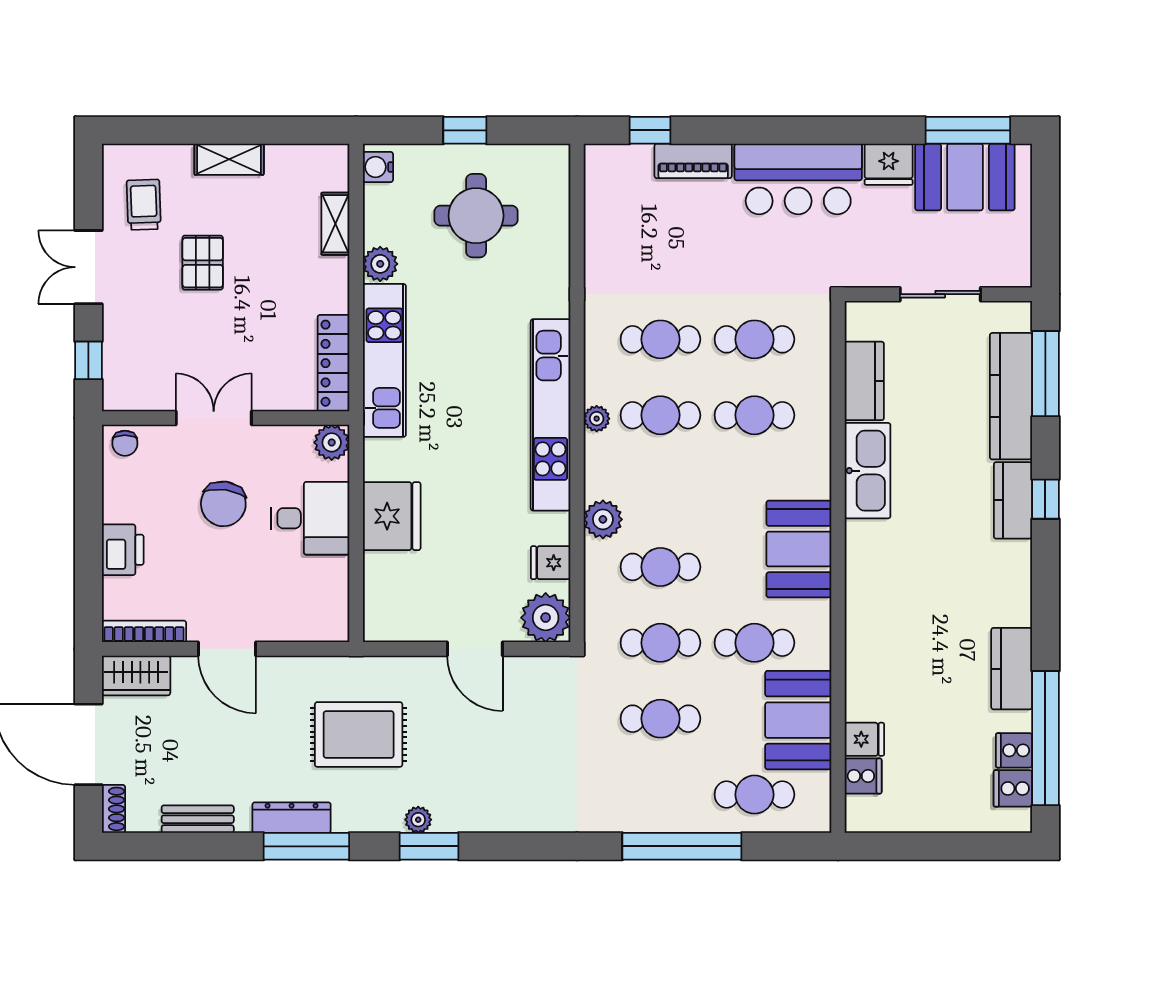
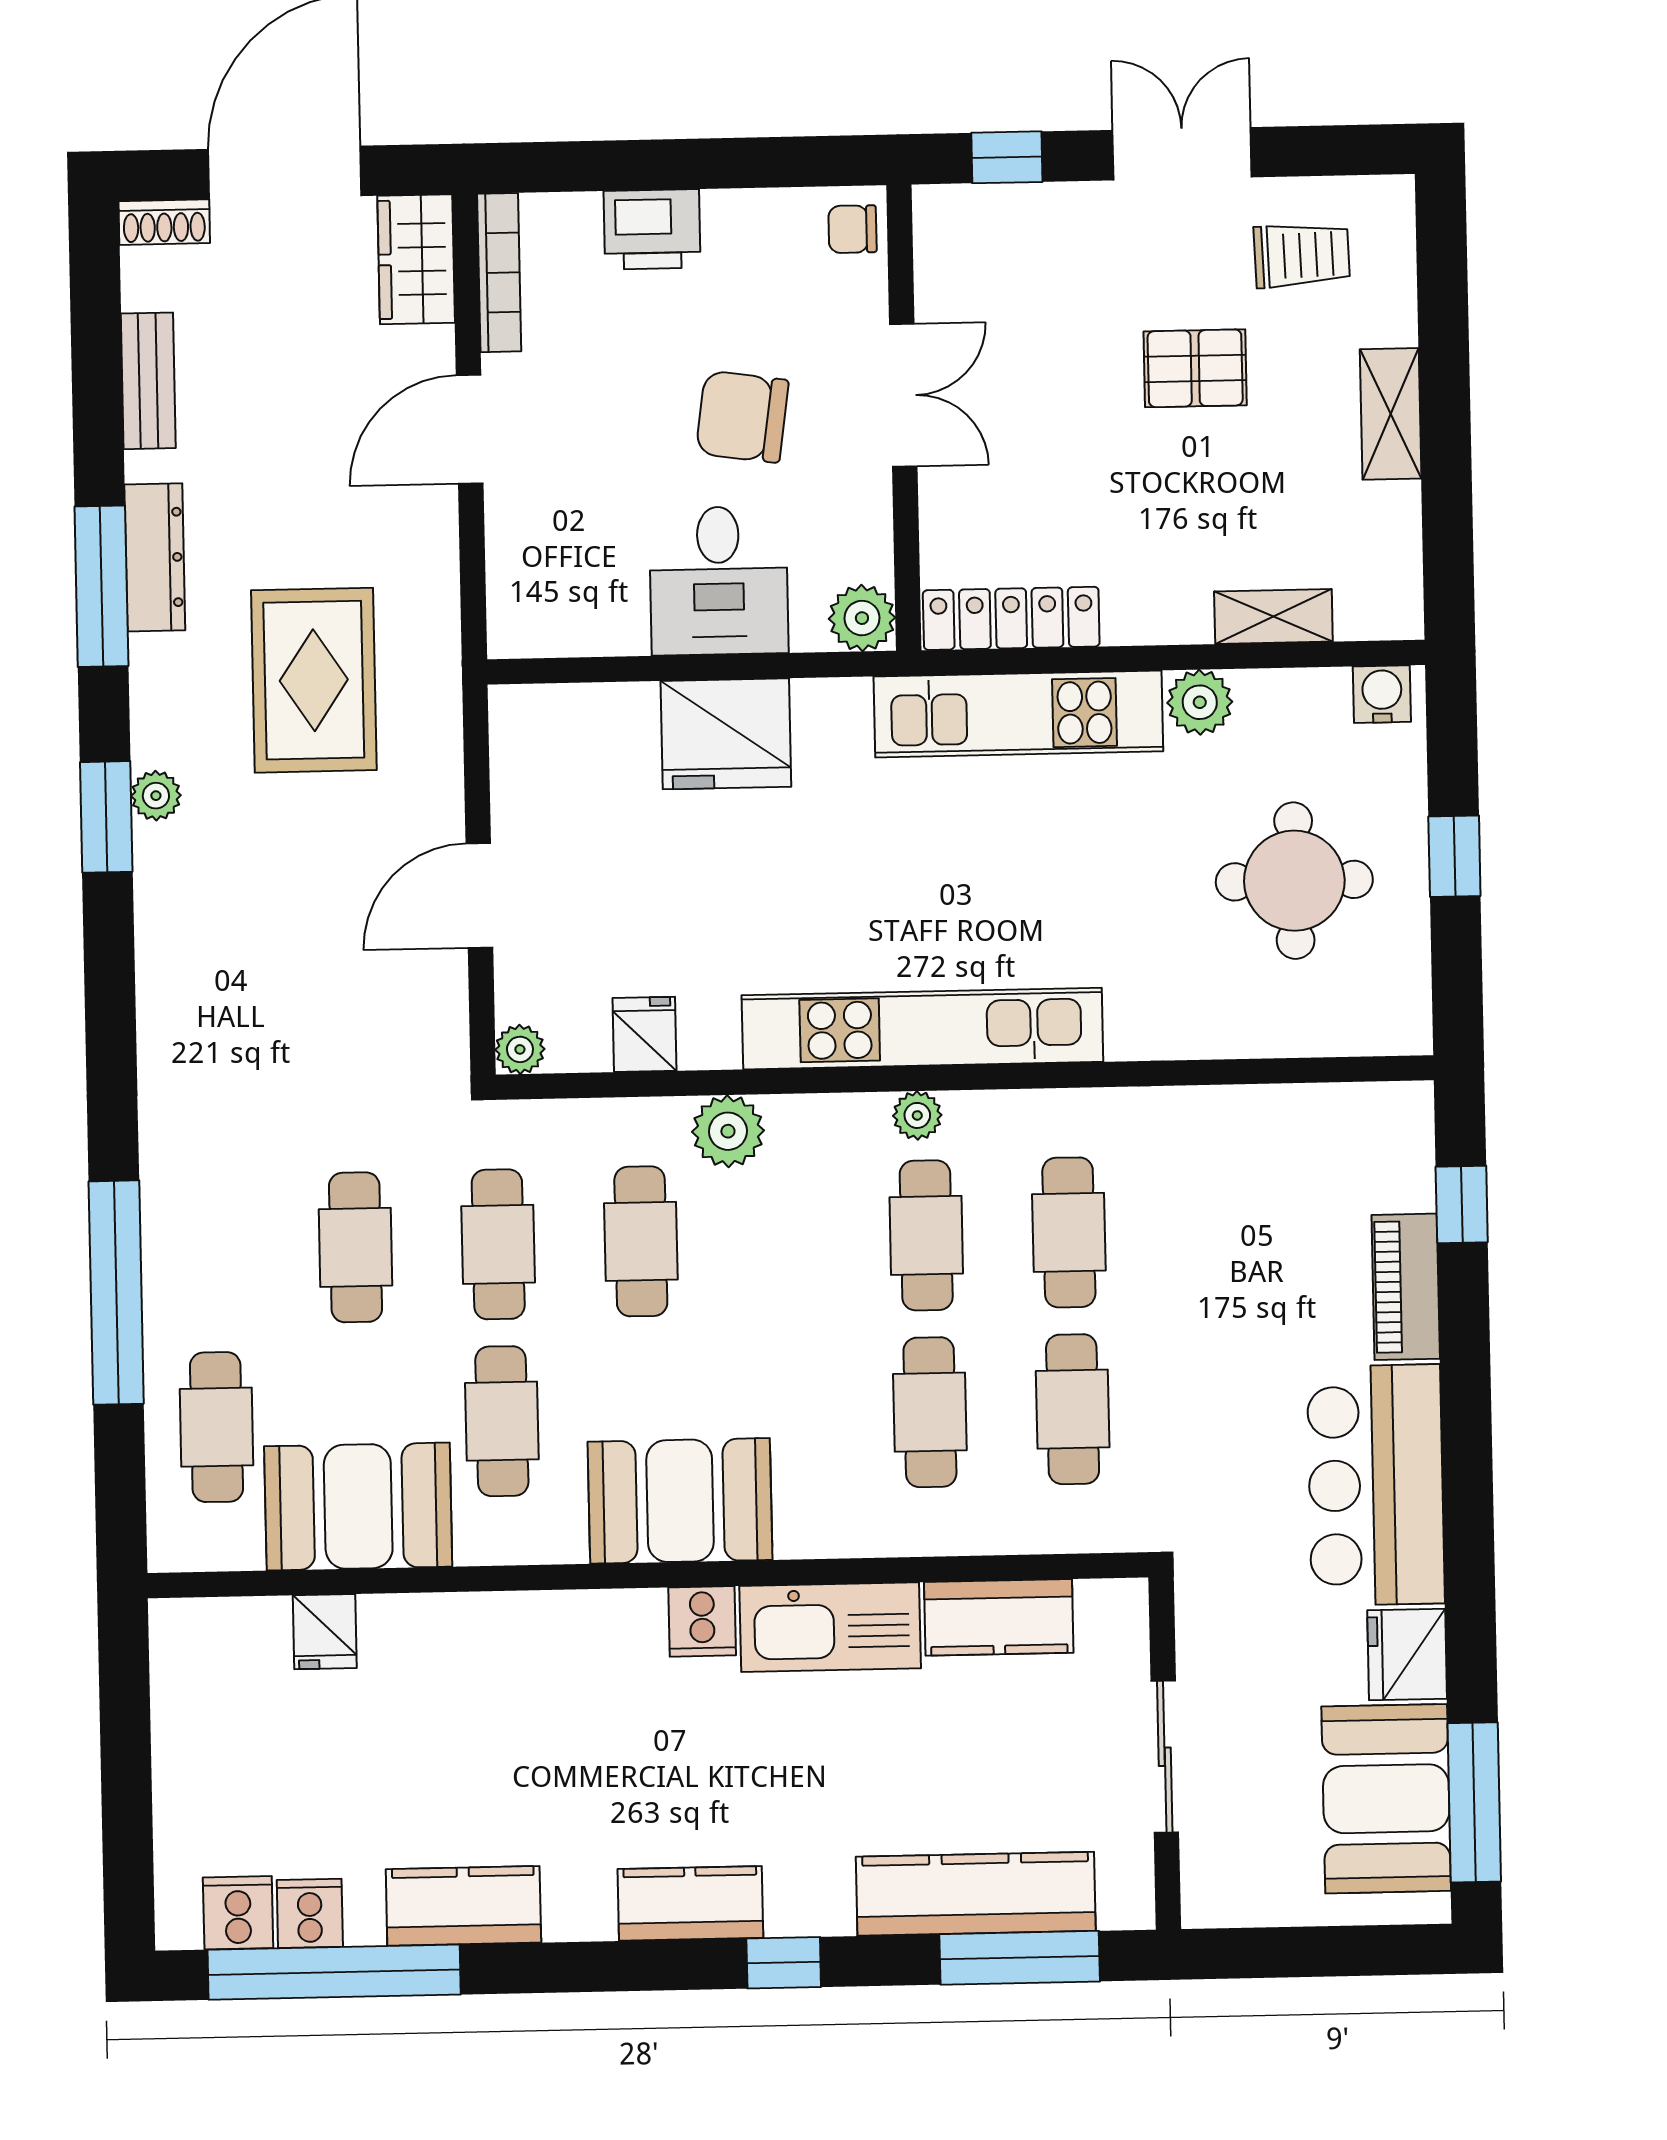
kitchen counter: (1013, 500) -> (690, 1903), moved
plant: (546, 618) -> (520, 1049), width x0.53, depth x0.53
cooker: (863, 776) -> (702, 1621), moved

